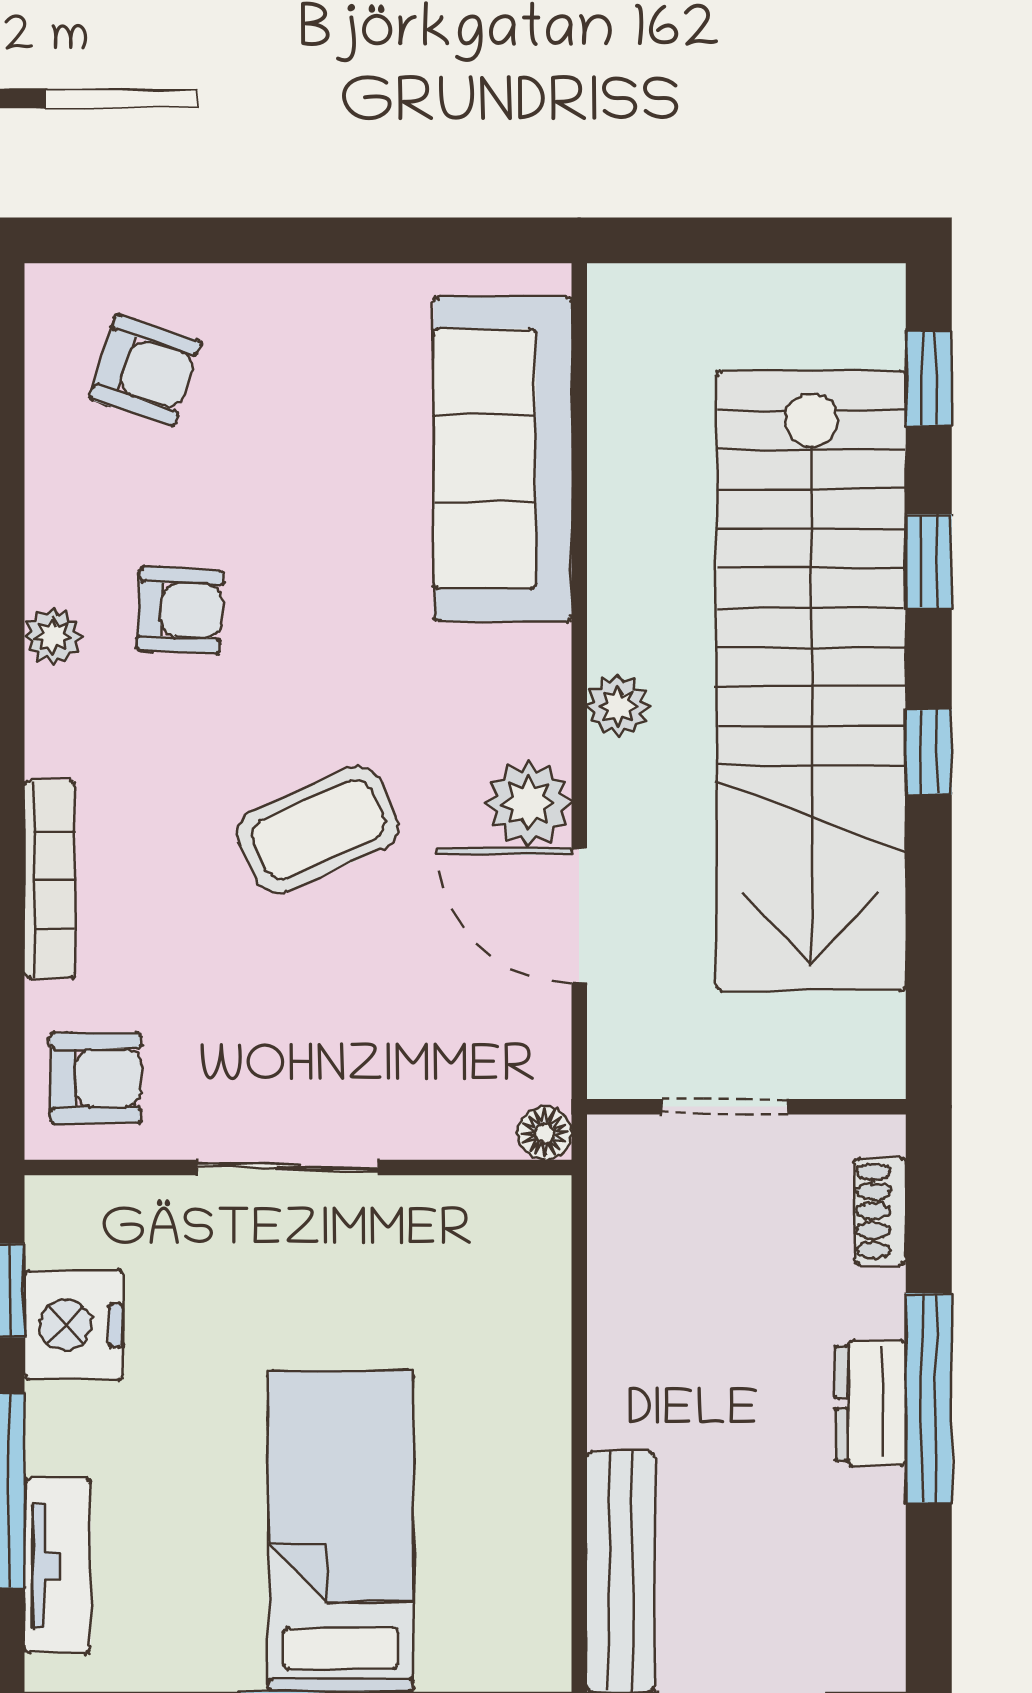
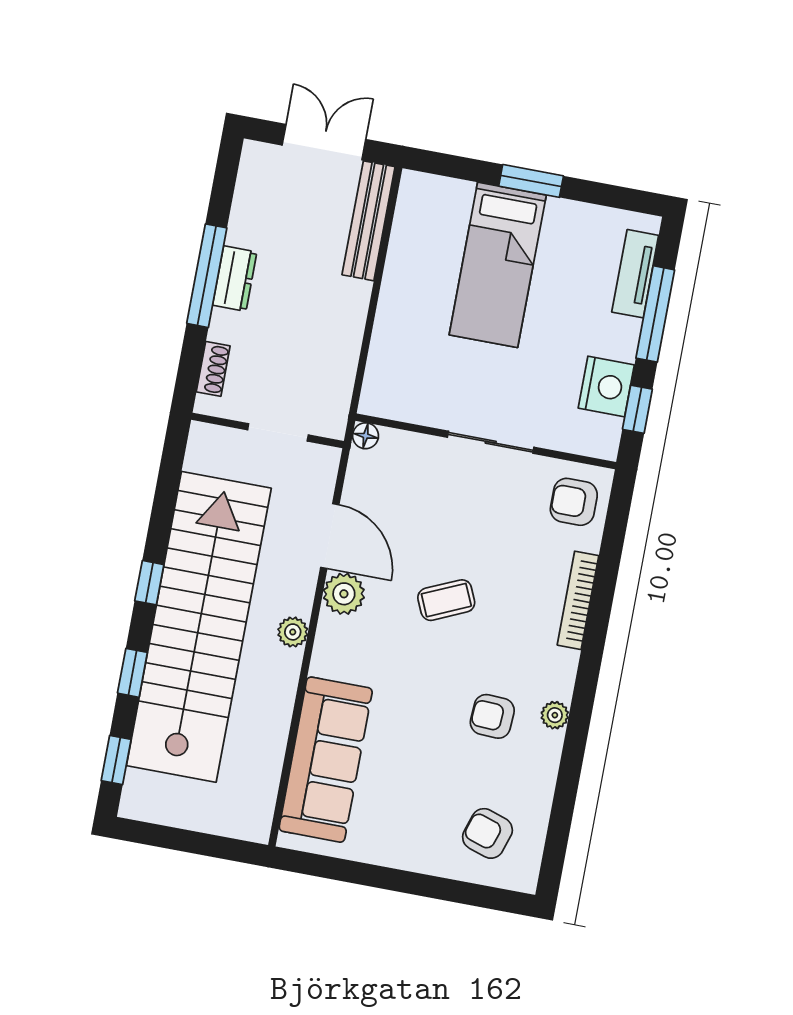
coffee table: (318, 830) -> (446, 600), width x0.73, depth x0.77

